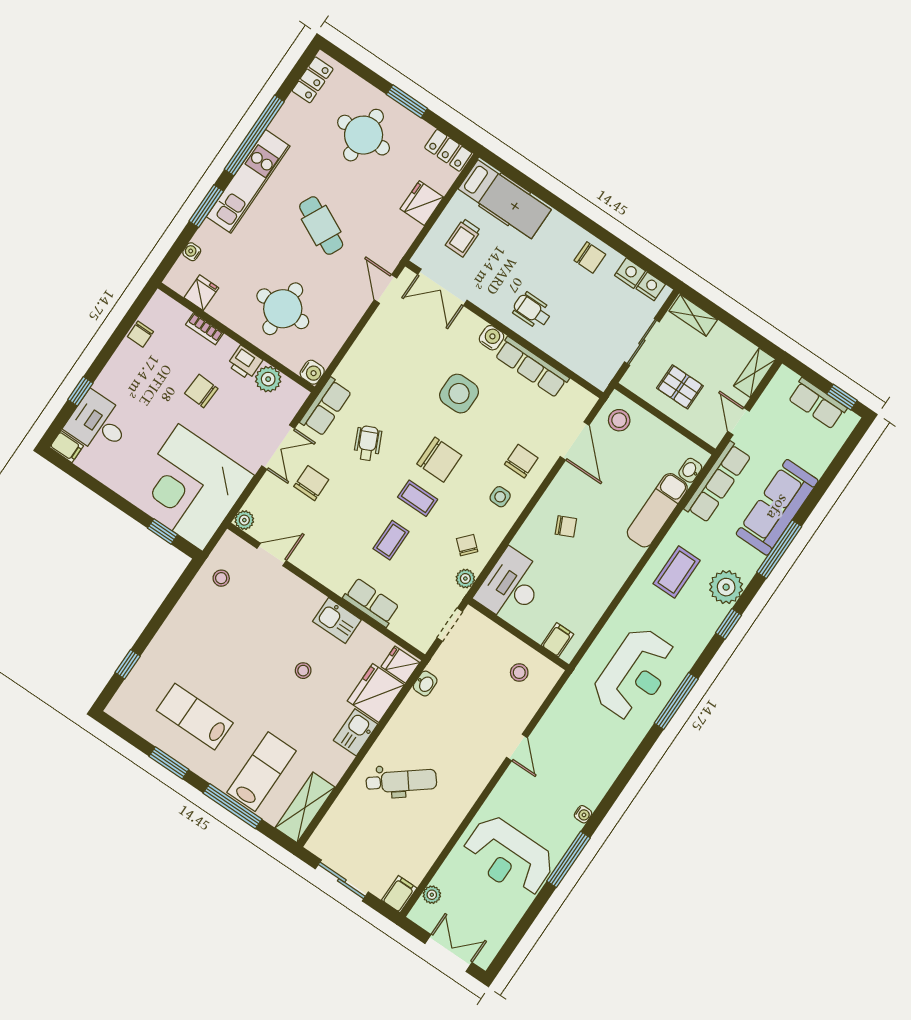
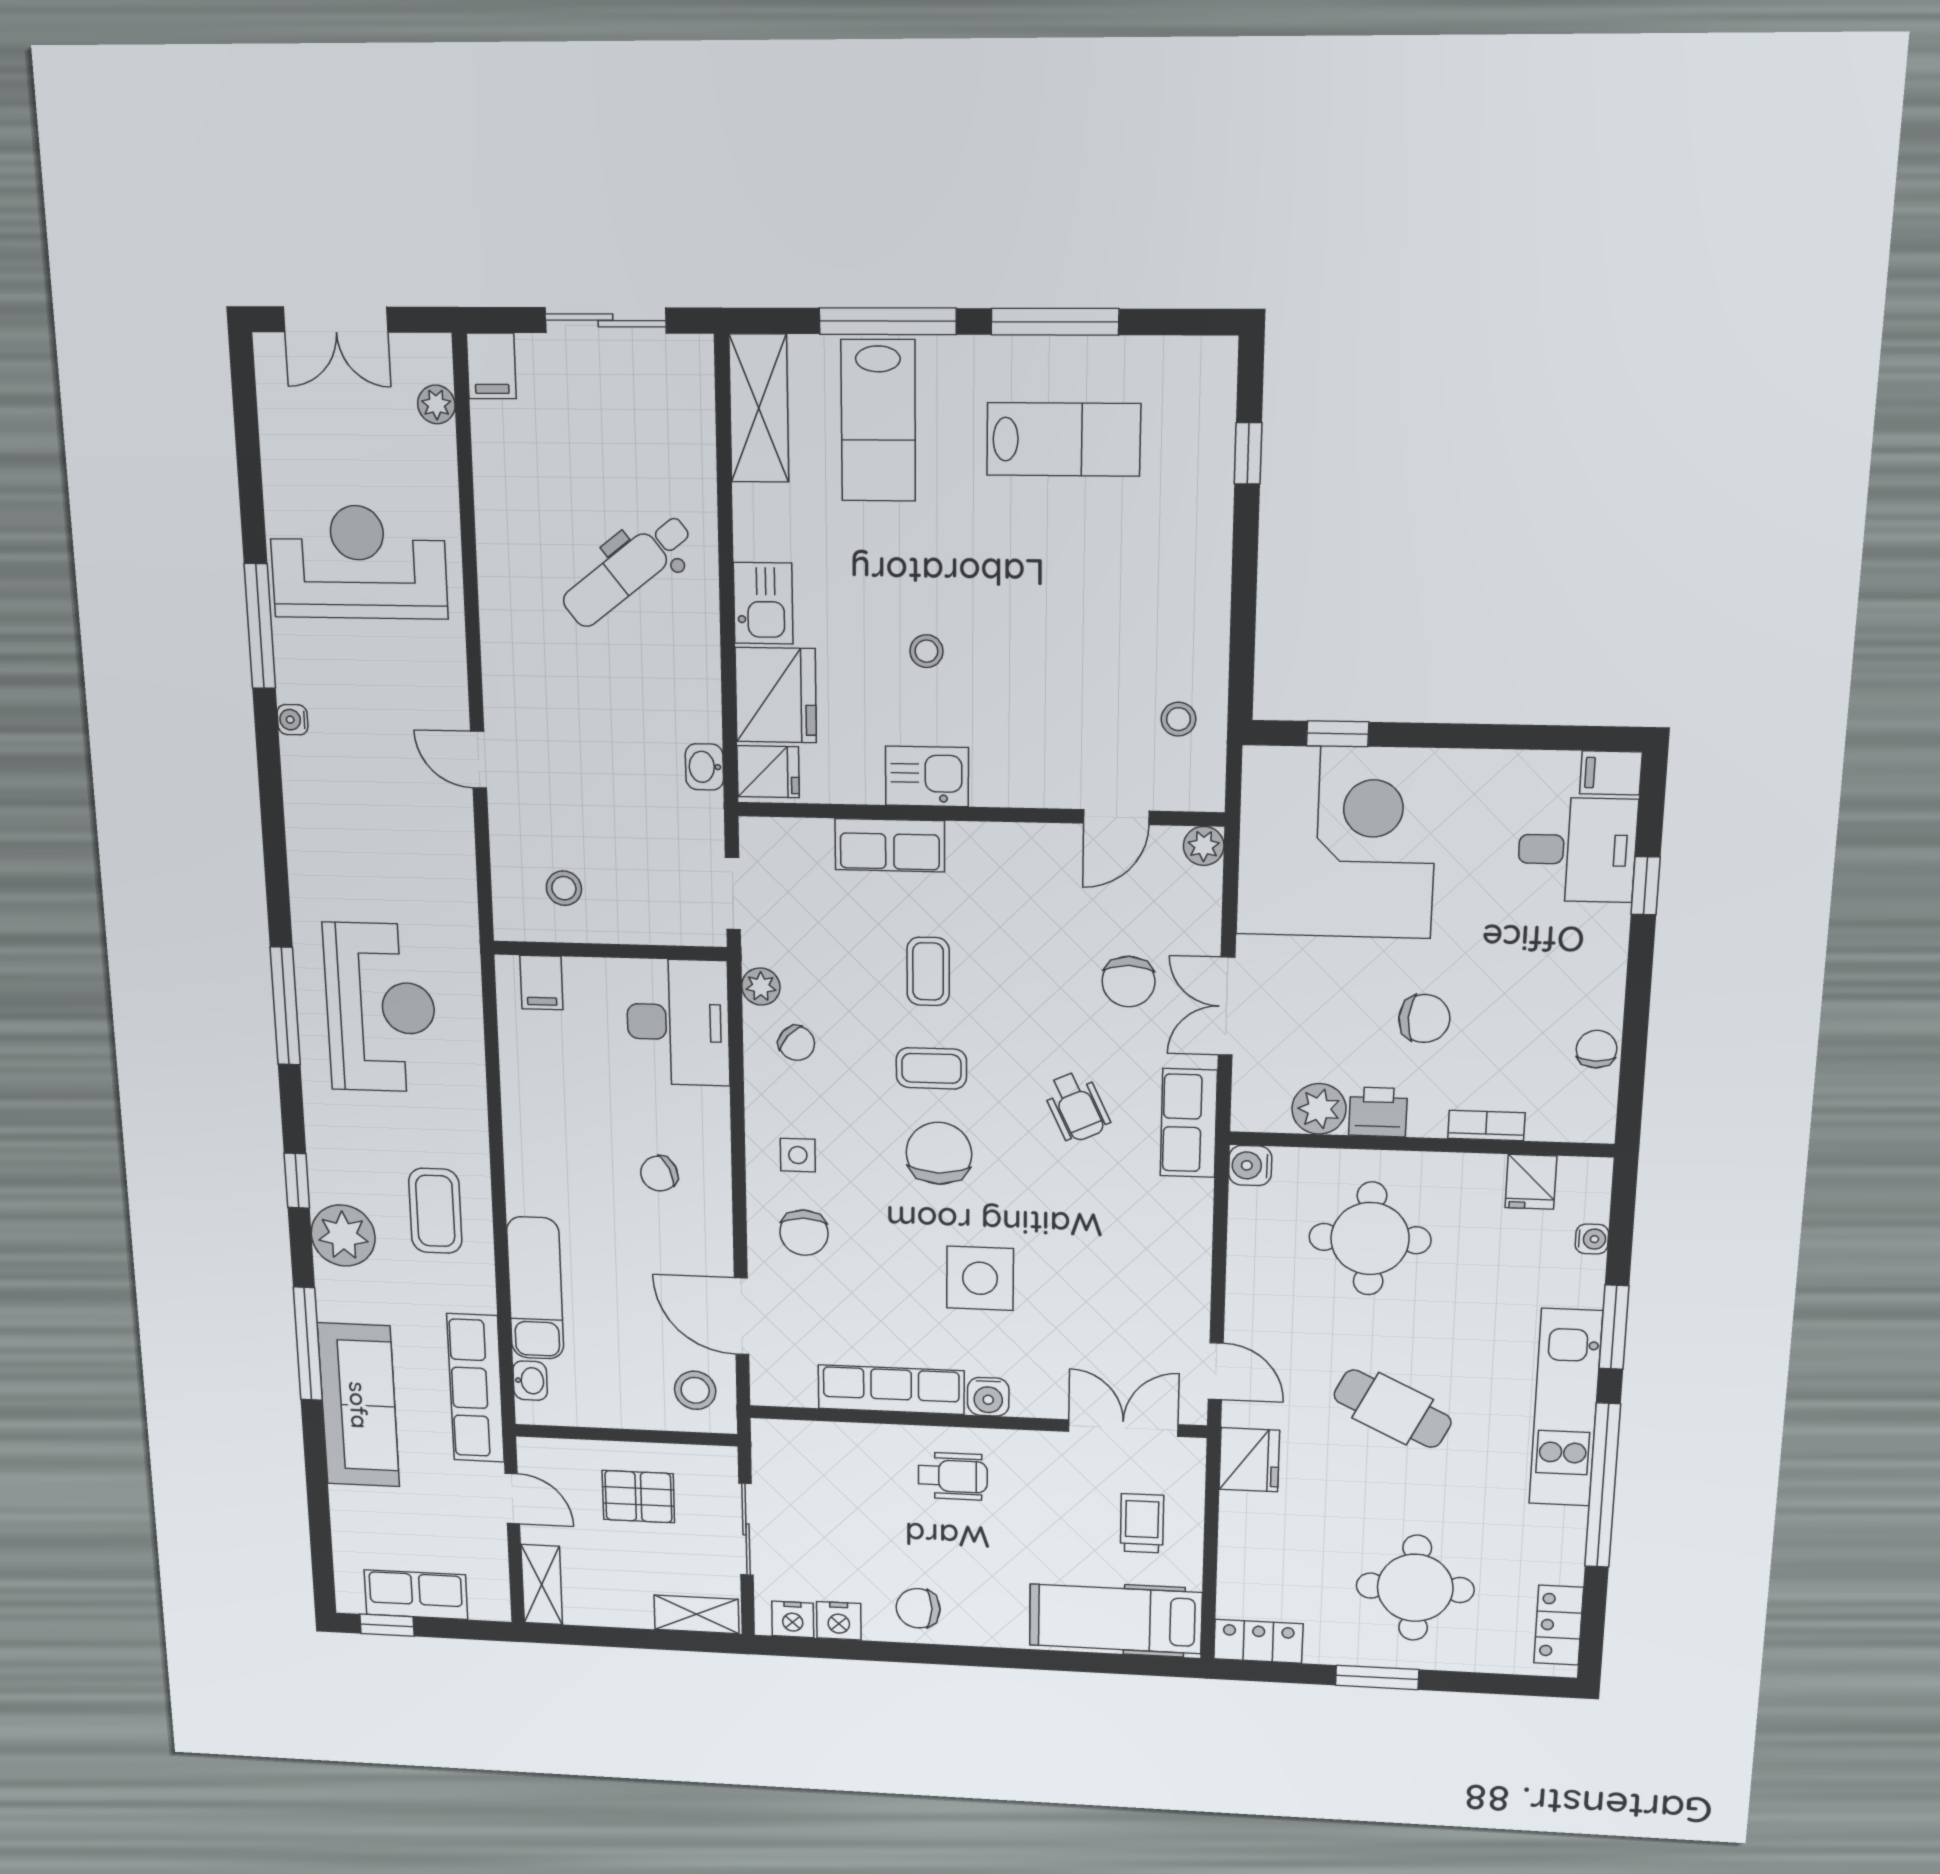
fridge: (422, 203) -> (1249, 1460), moved
chair: (439, 460) -> (939, 1153), turned 90
reception desk: (635, 674) -> (380, 1008), turned 180
window: (169, 763) -> (1055, 322), width x1.44

